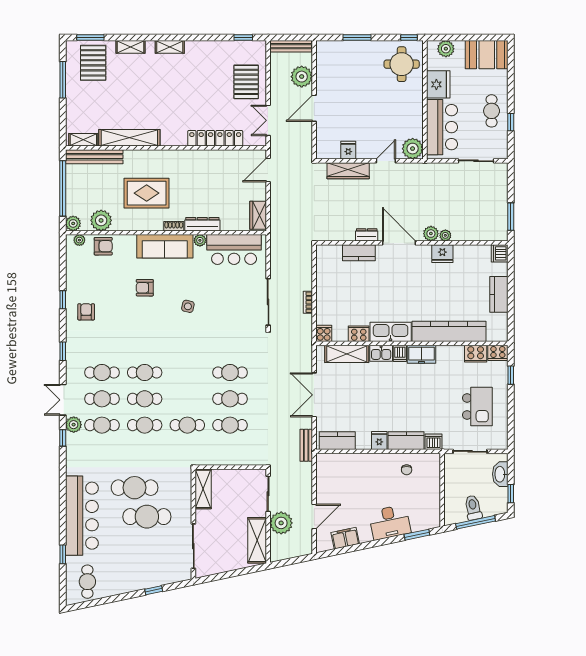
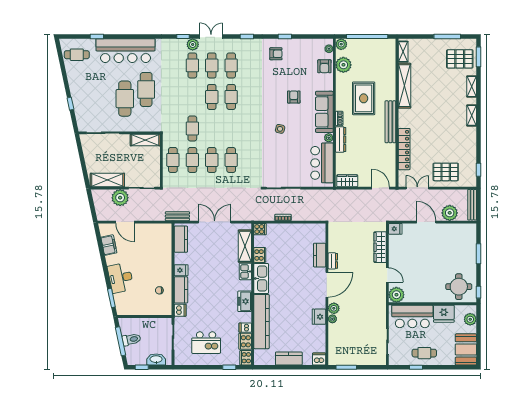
fridge: (348, 150) -> (395, 229), moved
bench: (94, 157) -> (390, 122), moved
dishwasher: (400, 353) -> (245, 328), moved
cafe table: (145, 425) -> (173, 160), moved

